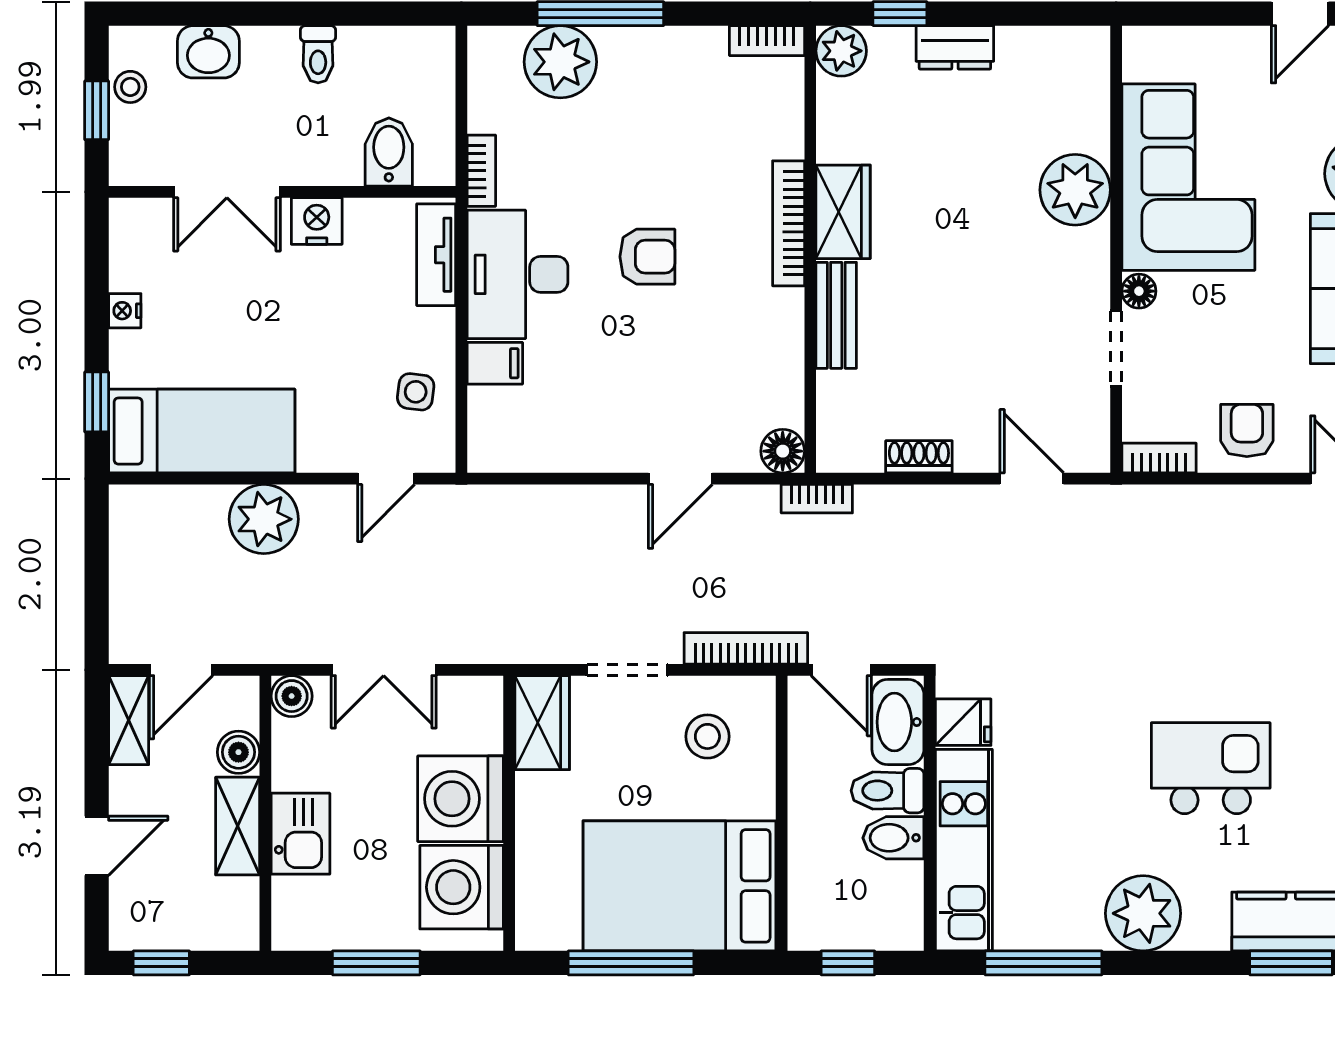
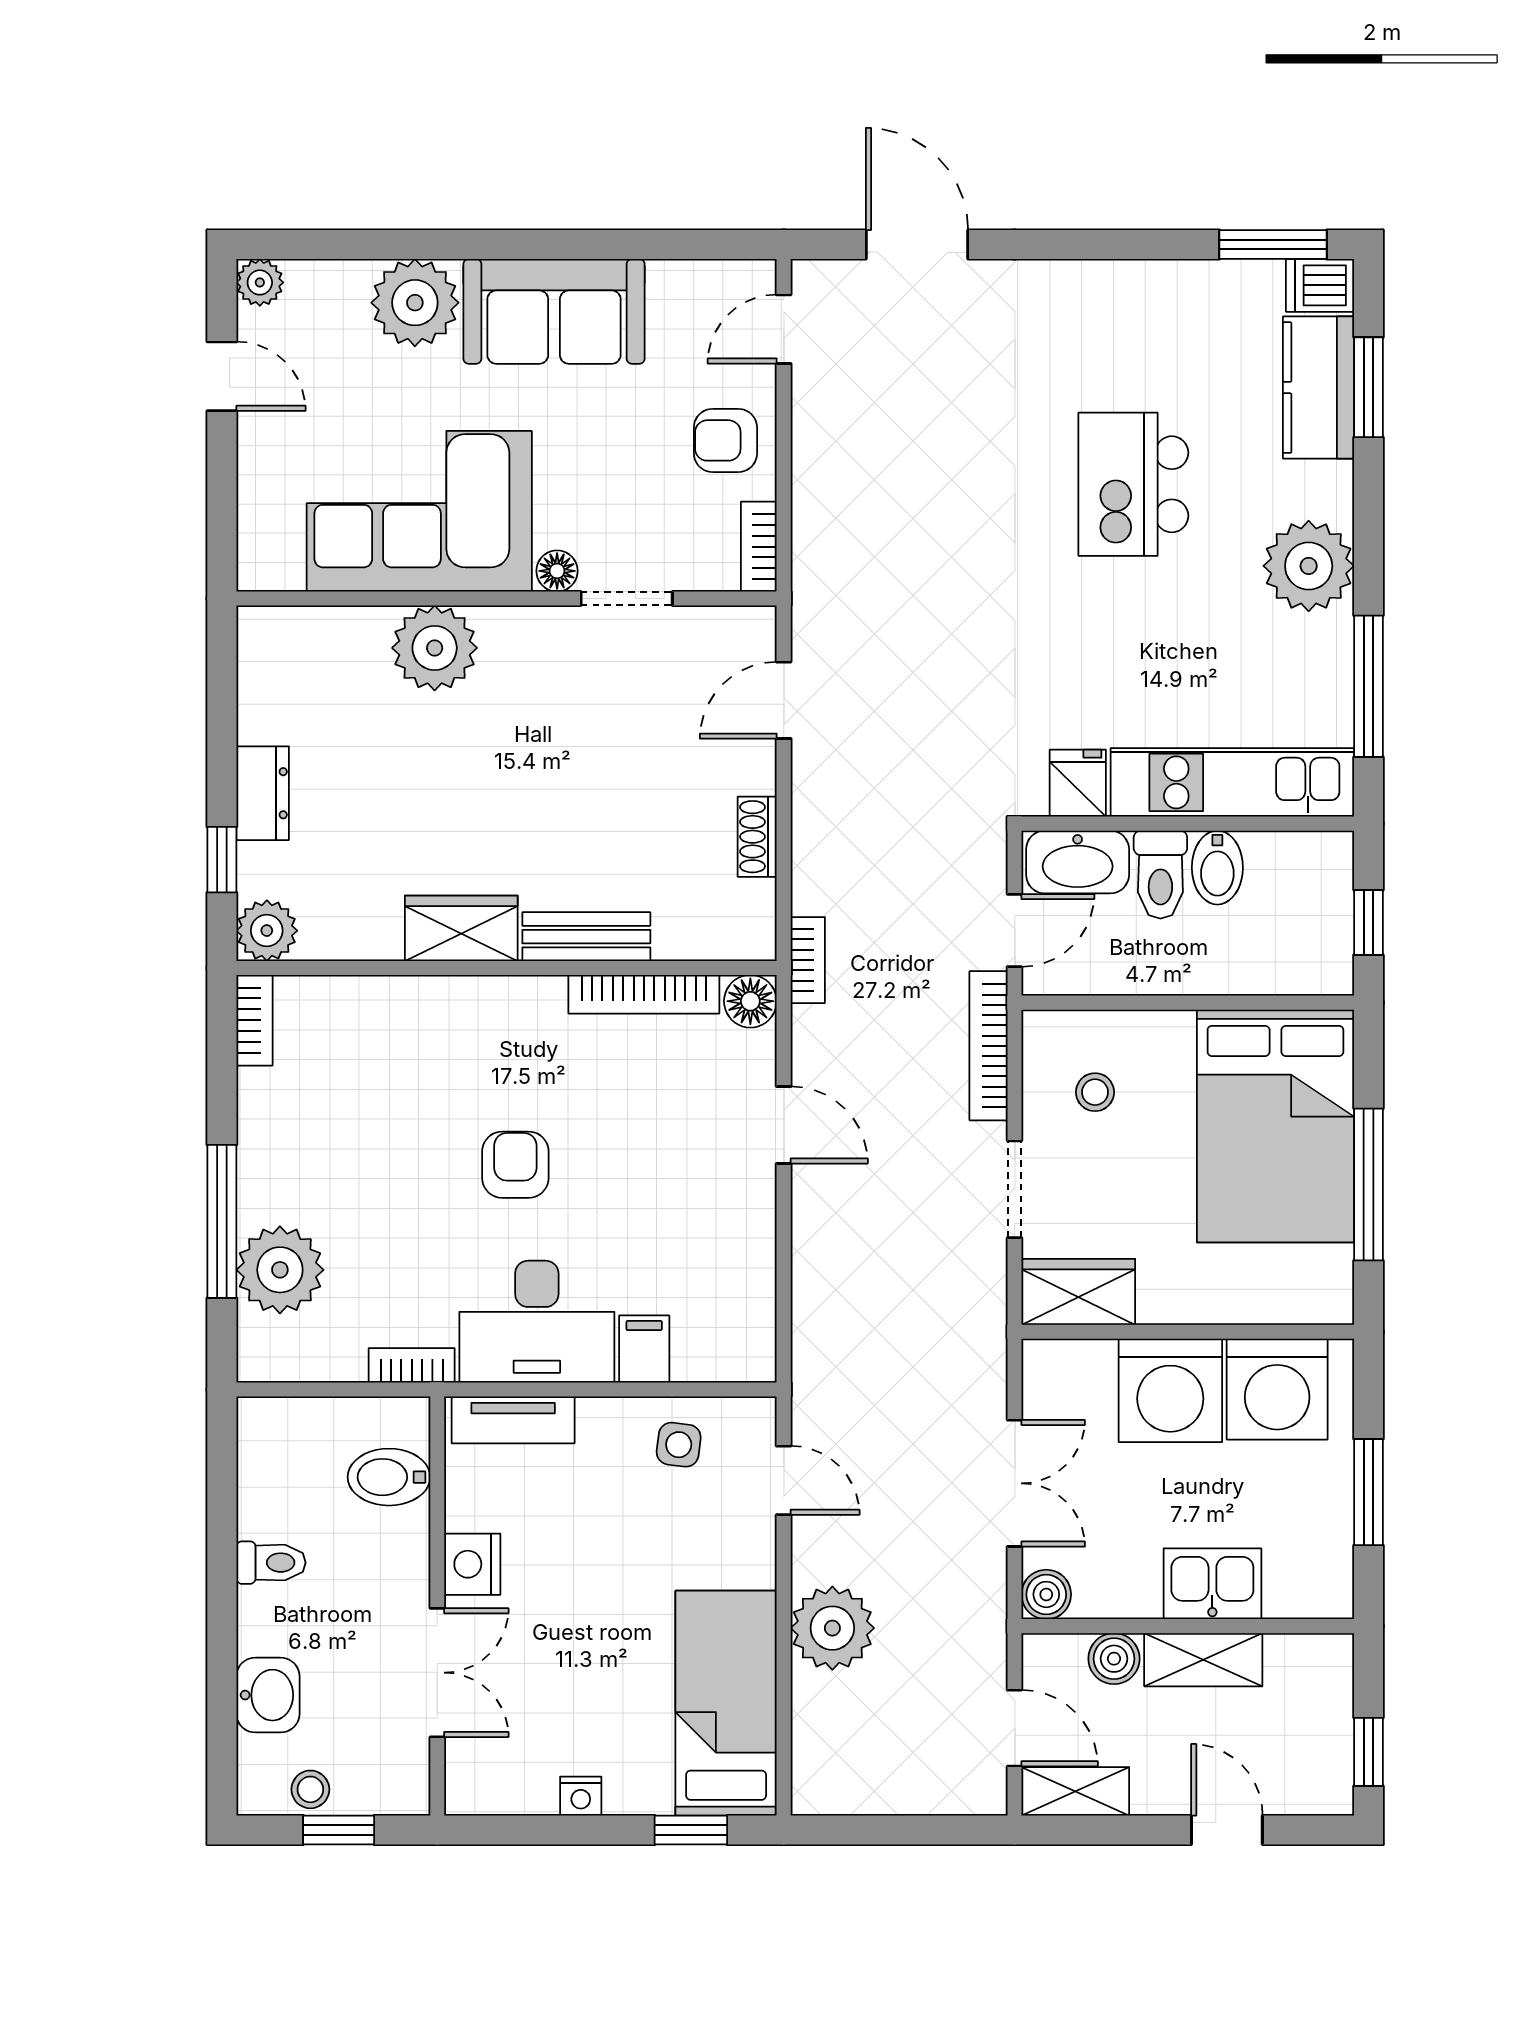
bookcase: (789, 223) -> (644, 994), moved
stool: (707, 736) -> (1095, 1092), width x0.73, depth x0.73

